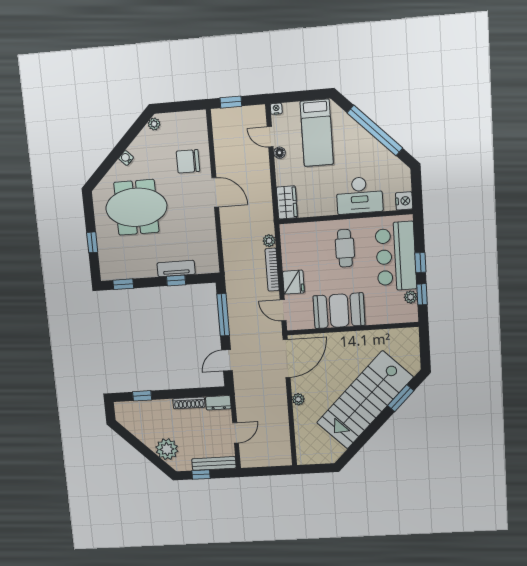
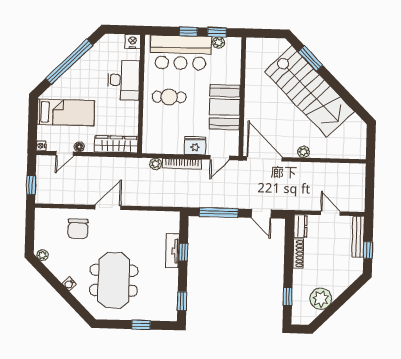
wardrobe: (287, 202) -> (116, 144), width x1.50
plant: (167, 449) -> (321, 299), moved

